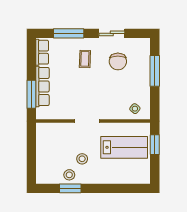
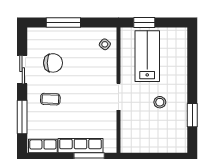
stool: (69, 175) -> (177, 116), removed

